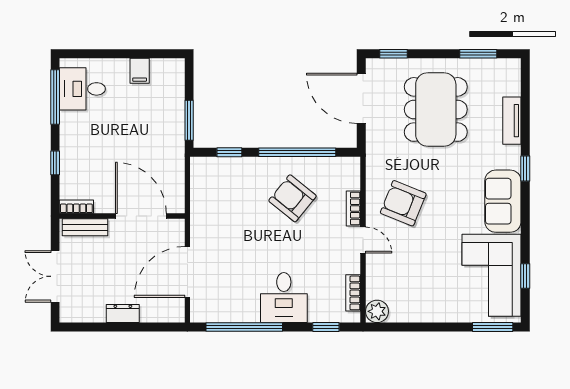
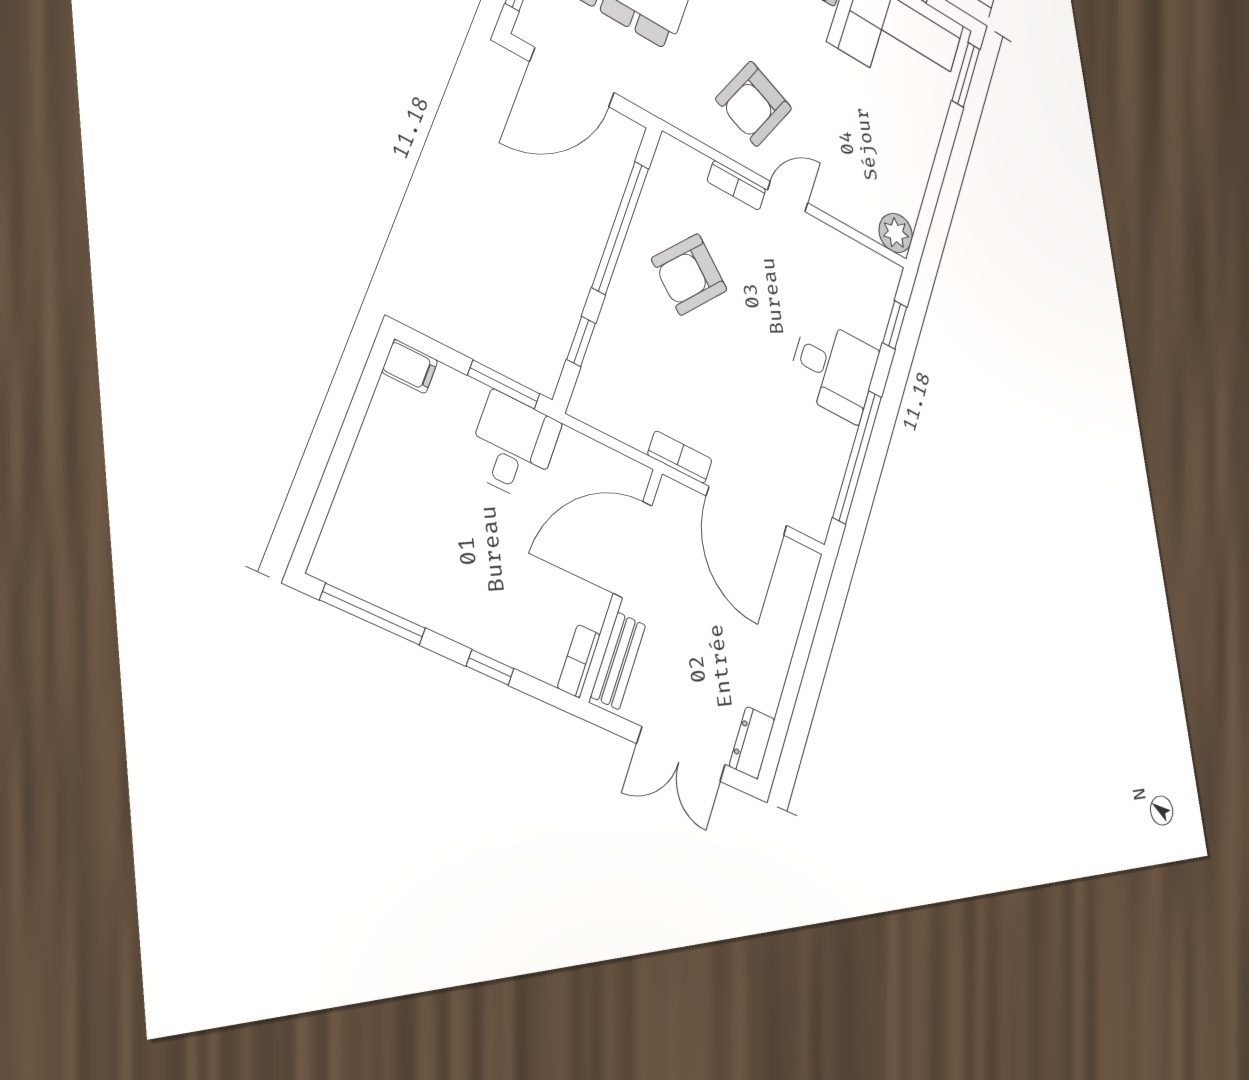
filing cabinet: (140, 71) -> (410, 366), moved
desk: (82, 89) -> (513, 446), moved, turned 180
bookcase: (353, 293) -> (680, 457), moved, turned 180
dresser: (123, 313) -> (752, 743), moved

